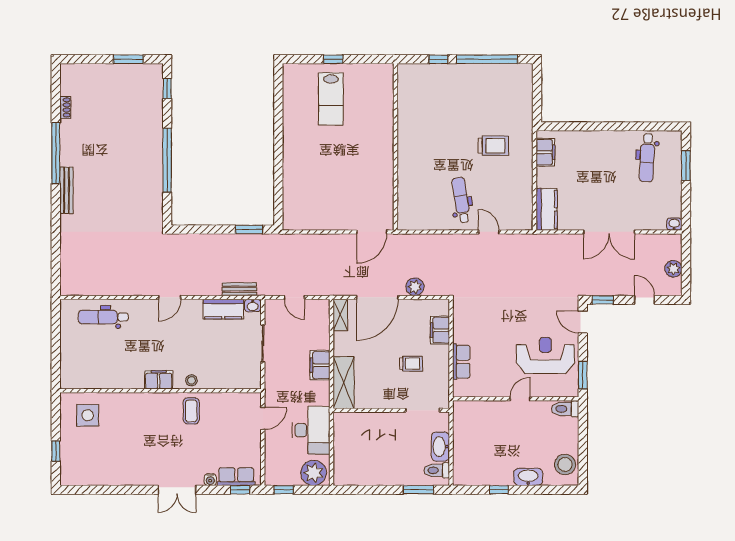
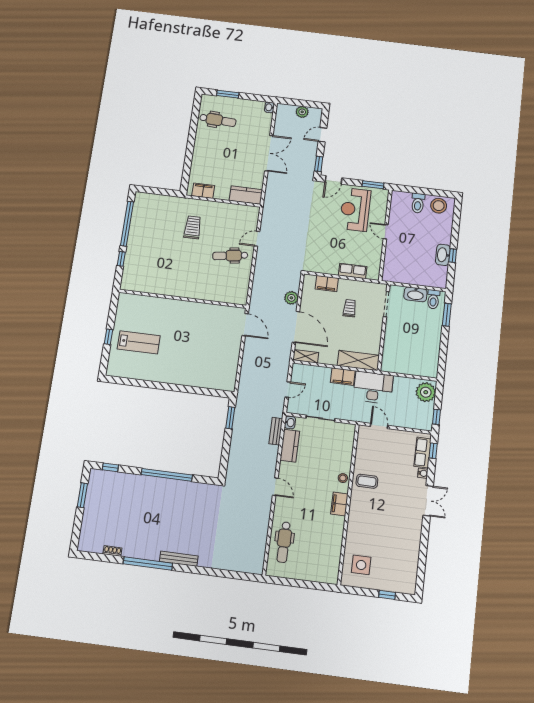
toilet: (565, 409) -> (418, 203), moved
desk: (311, 430) -> (373, 387), moved
washbasin: (528, 477) -> (443, 255), moved

